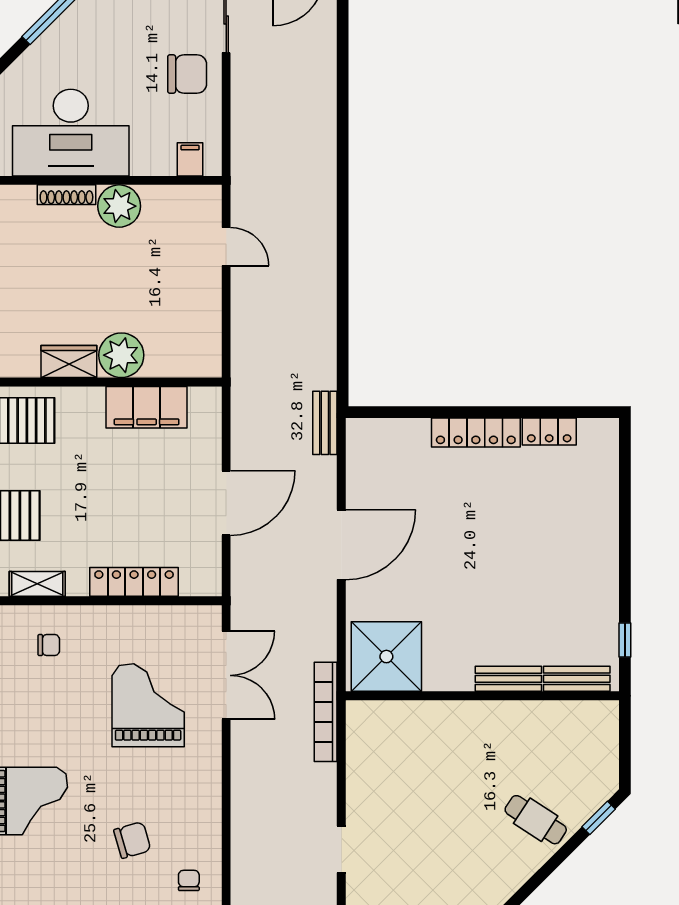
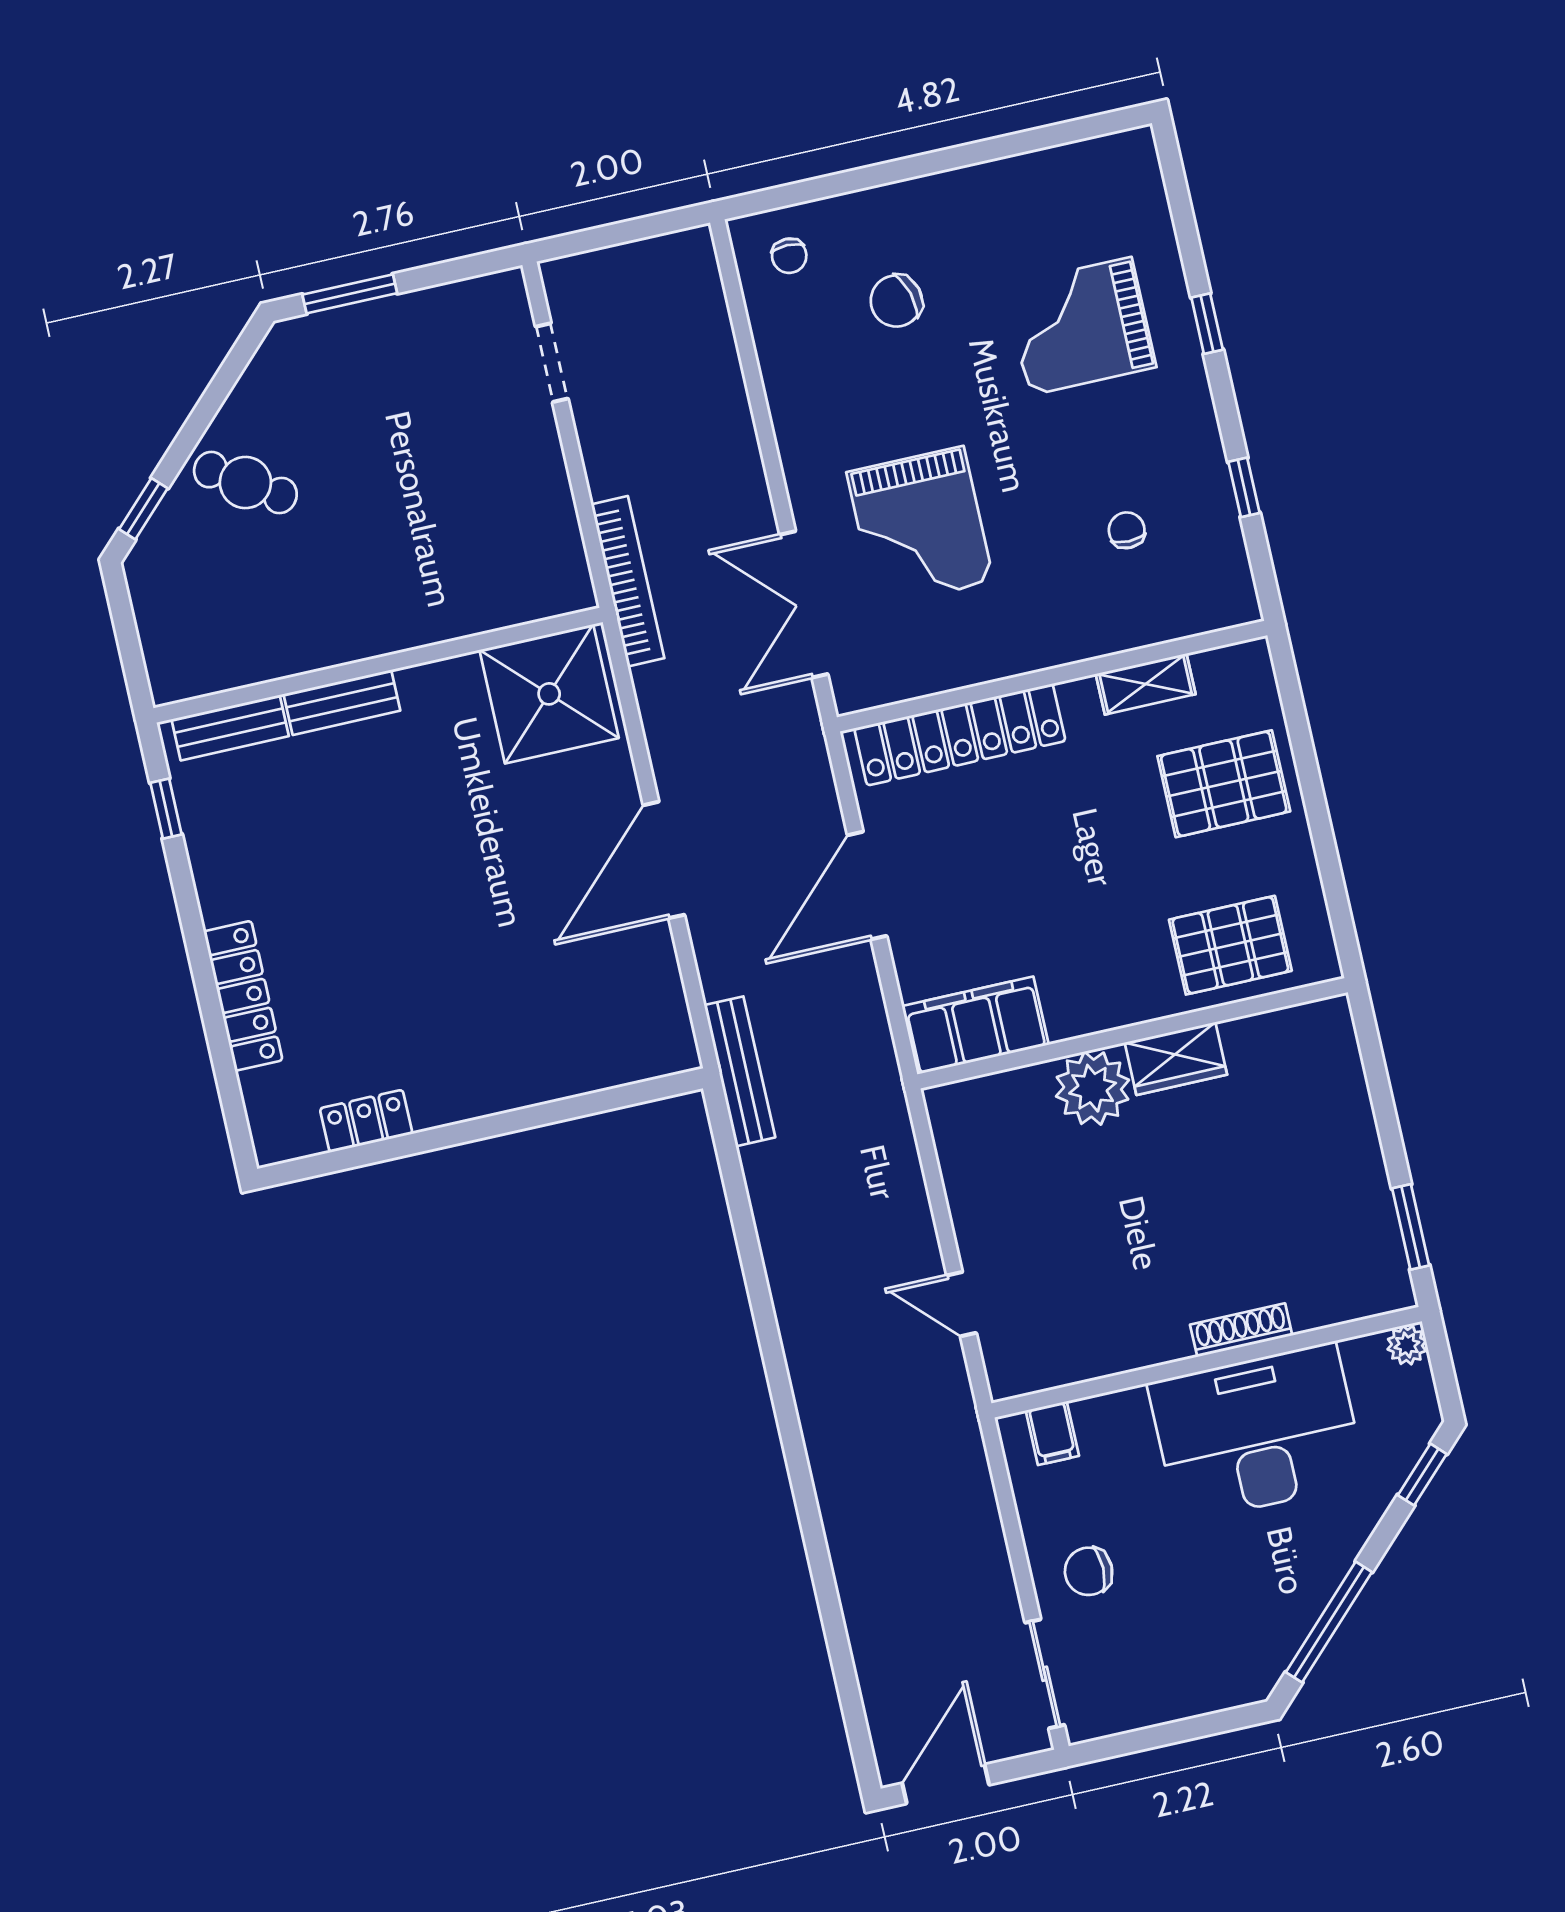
chair: (187, 74) -> (1089, 1571), width x0.73, depth x0.73
plant: (119, 206) -> (1151, 1331), removed
filing cabinet: (147, 407) -> (975, 1025), moved
bench: (325, 423) -> (740, 1071), width x1.36
locker: (476, 433) -> (243, 996), moved, turned 90
locker: (134, 582) -> (960, 735), width x1.41, depth x1.21
chair: (49, 645) -> (1127, 530), moved, turned 90

